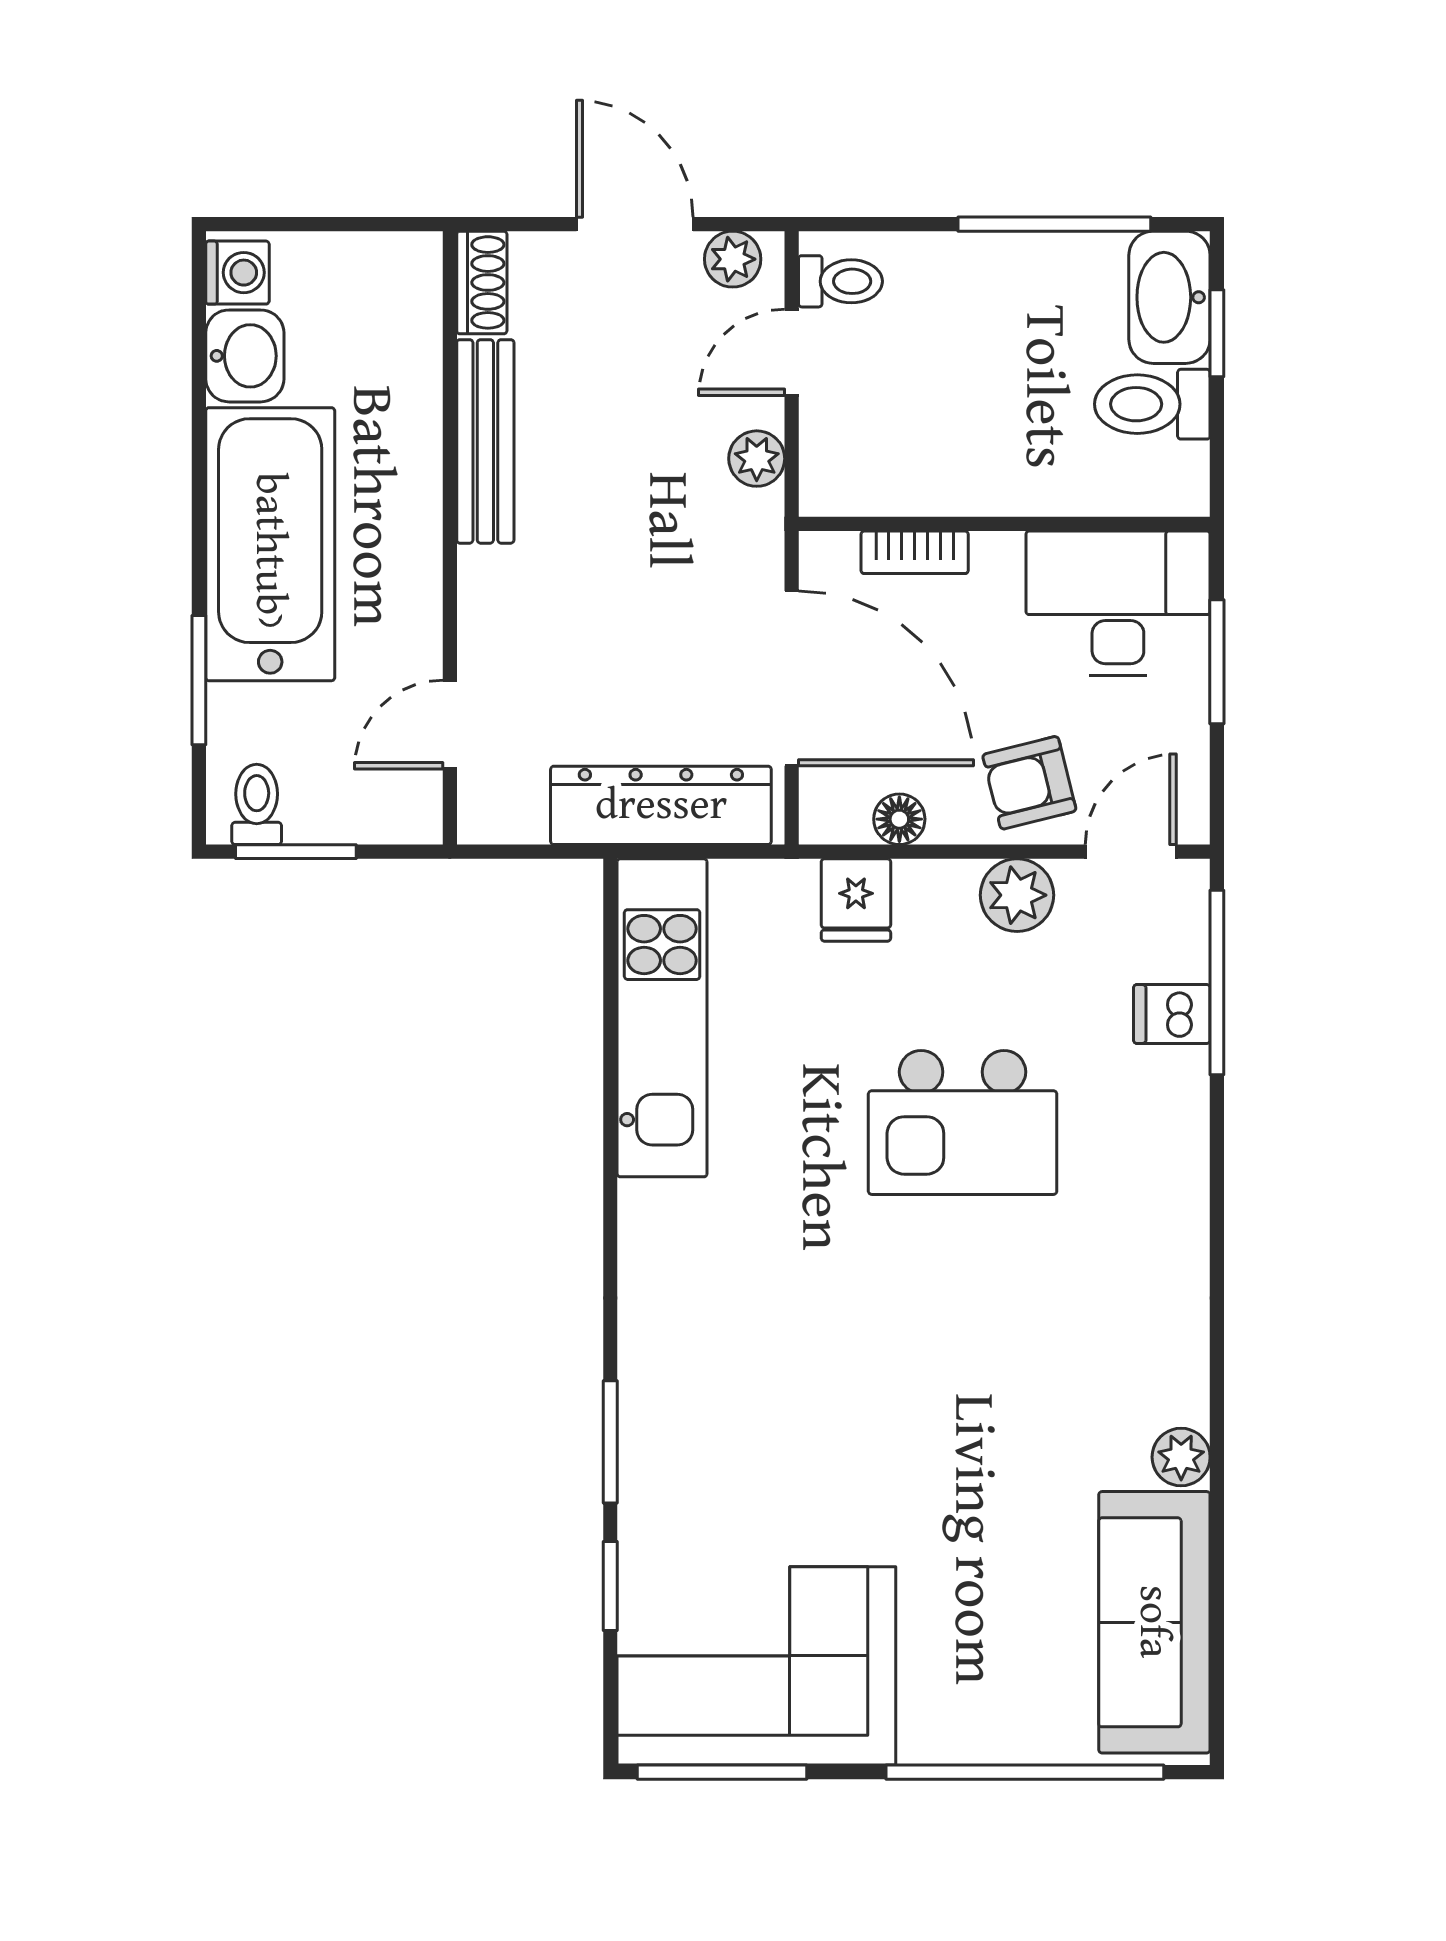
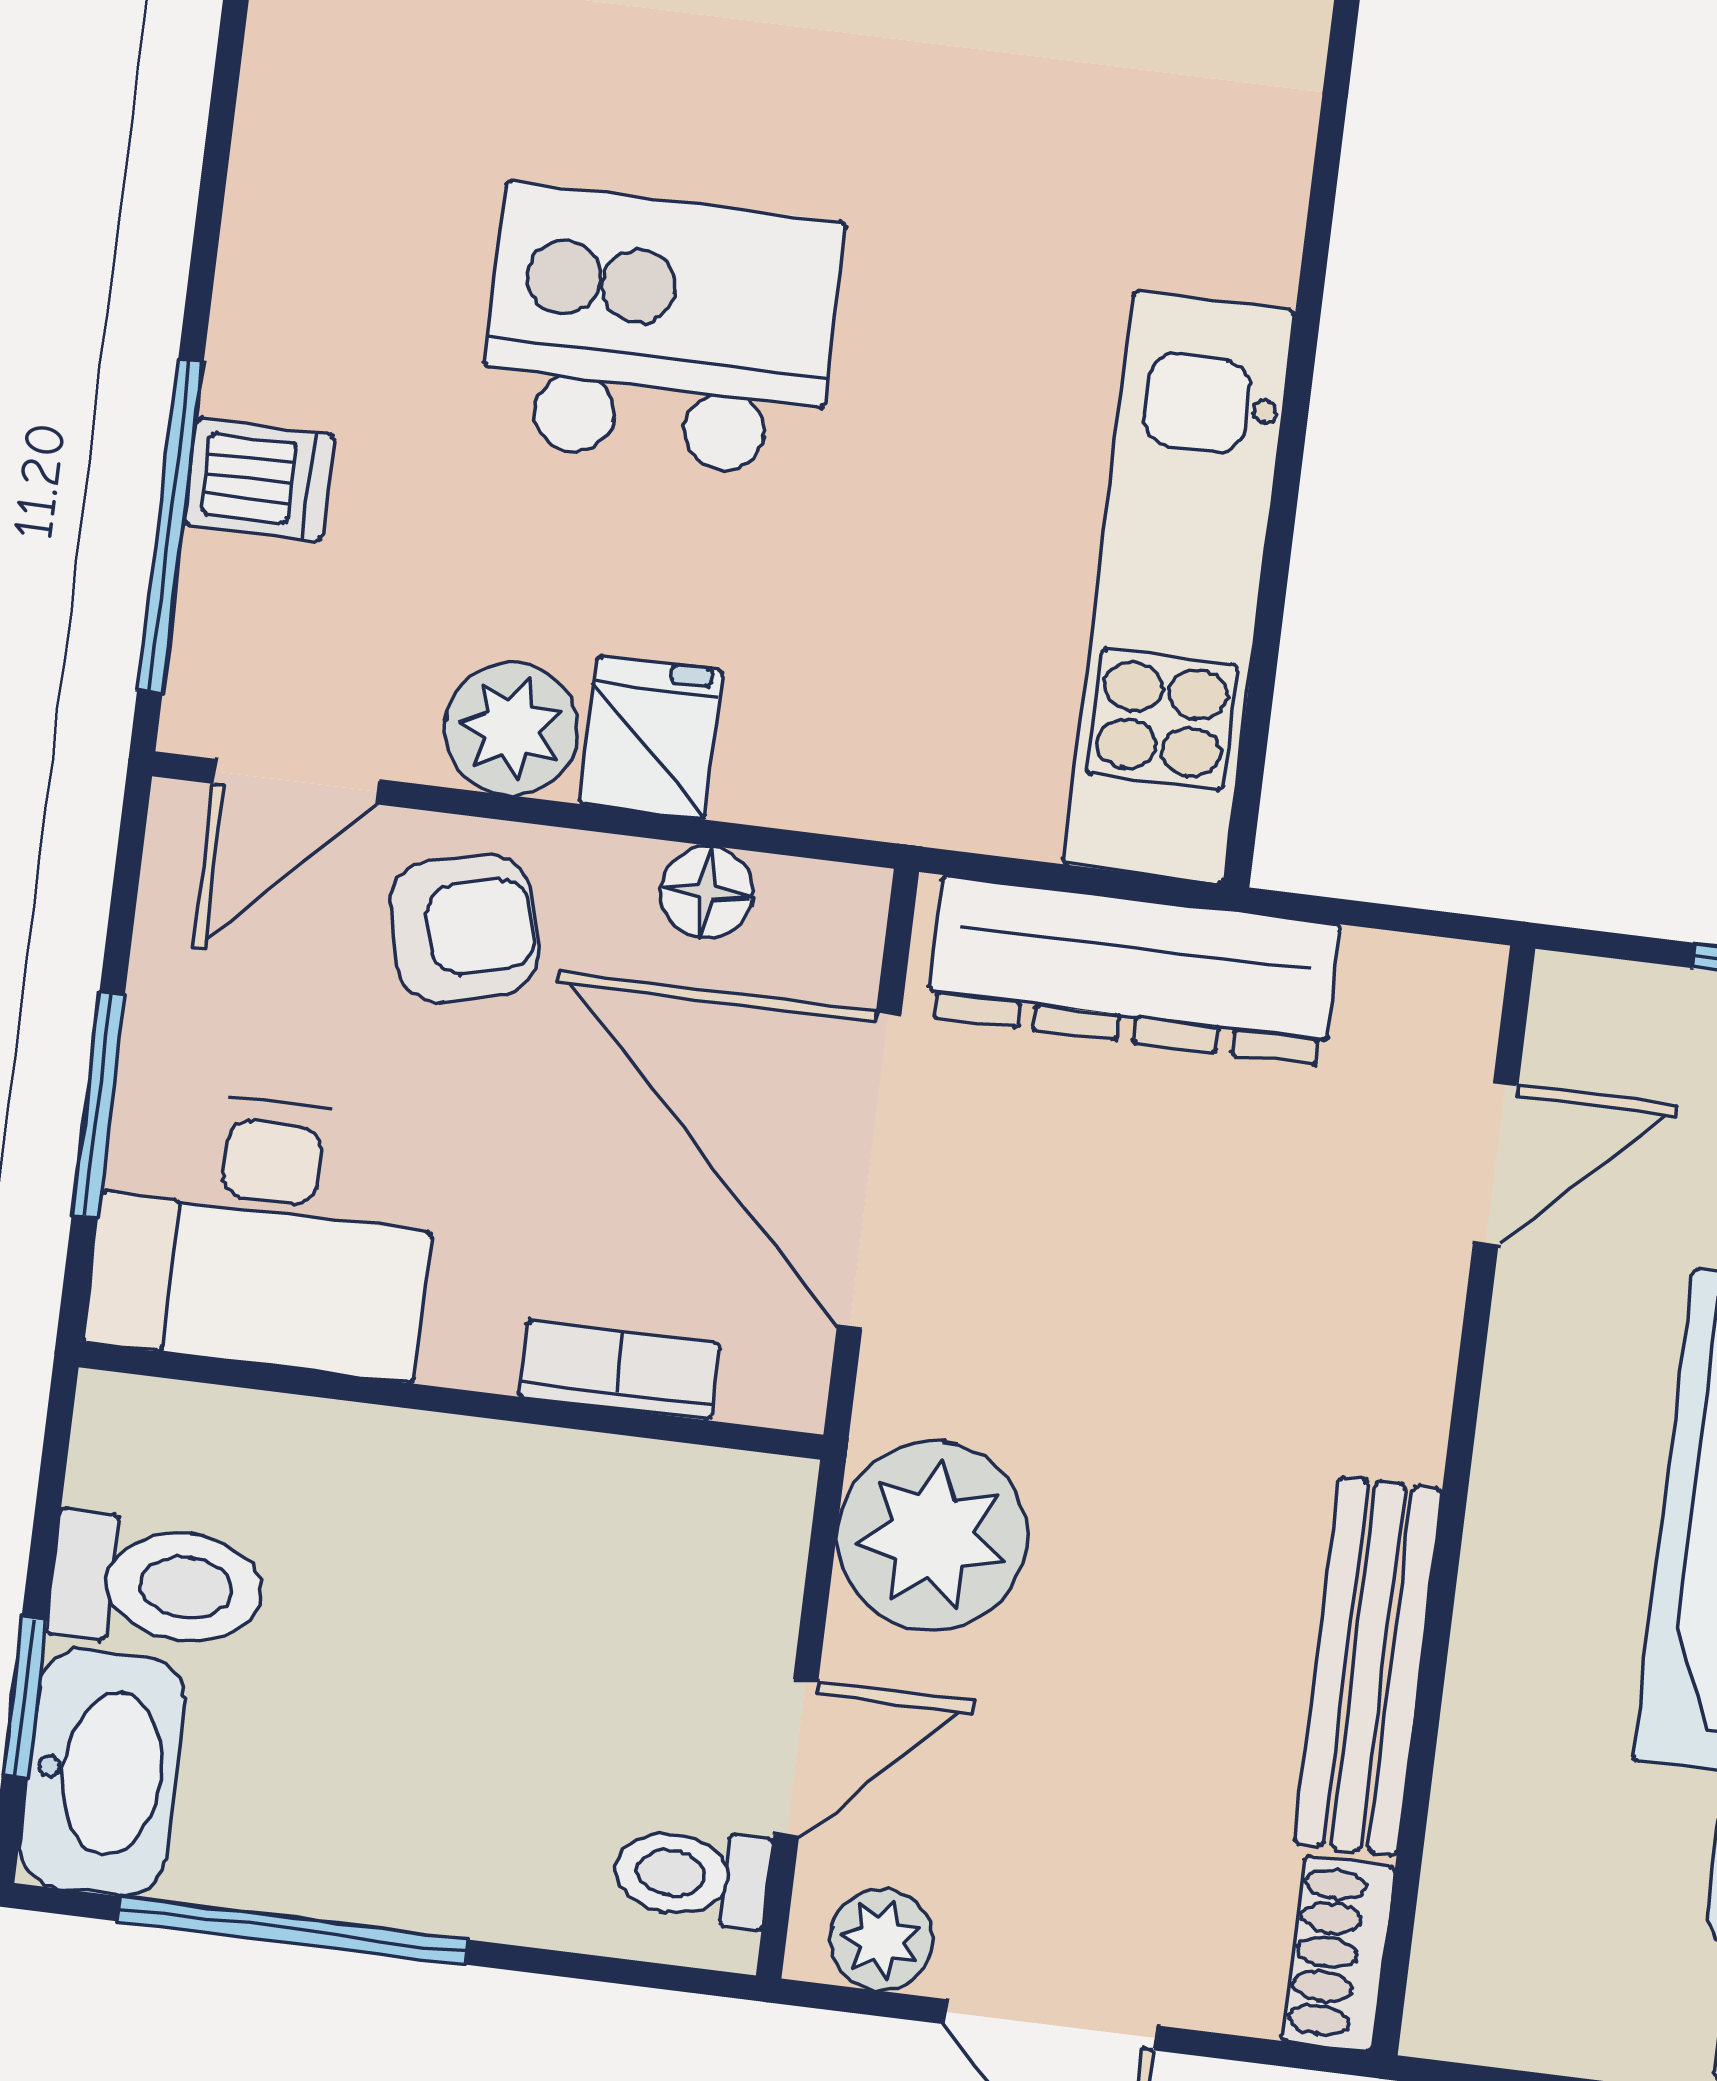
plant: (757, 459) -> (932, 1536), width x1.87, depth x1.87
fridge: (856, 900) -> (651, 737), moved

